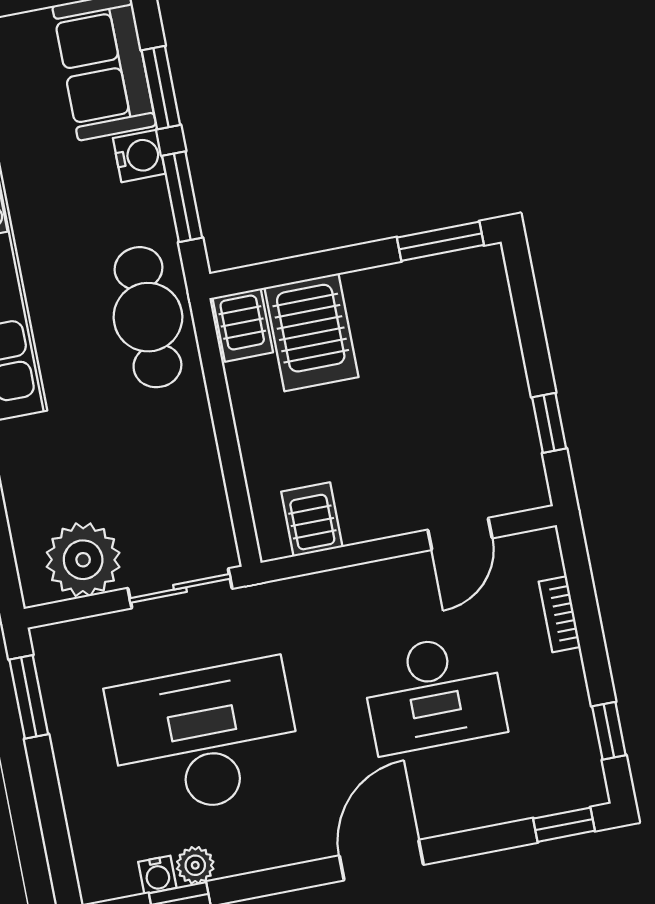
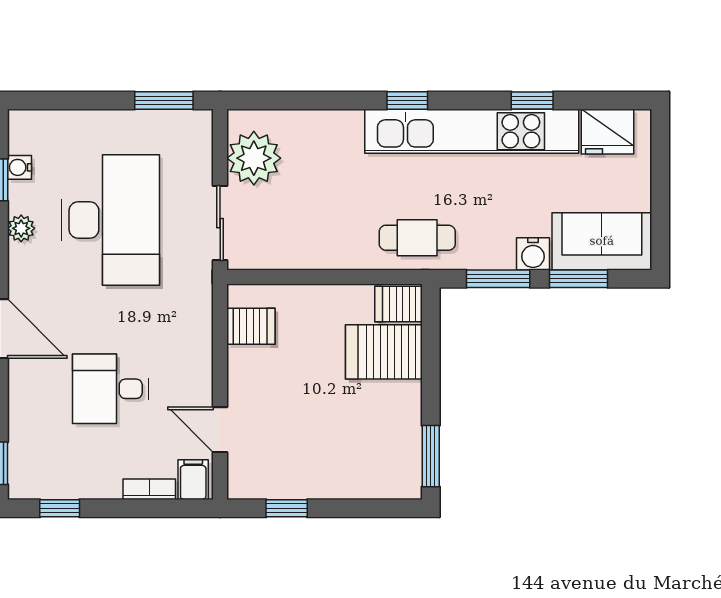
cafe table: (148, 317) -> (417, 238), width x0.73, depth x0.74
filing cabinet: (535, 557) -> (193, 480), added
desk: (434, 693) -> (110, 389), width x0.73
plant: (195, 865) -> (21, 228), moved

